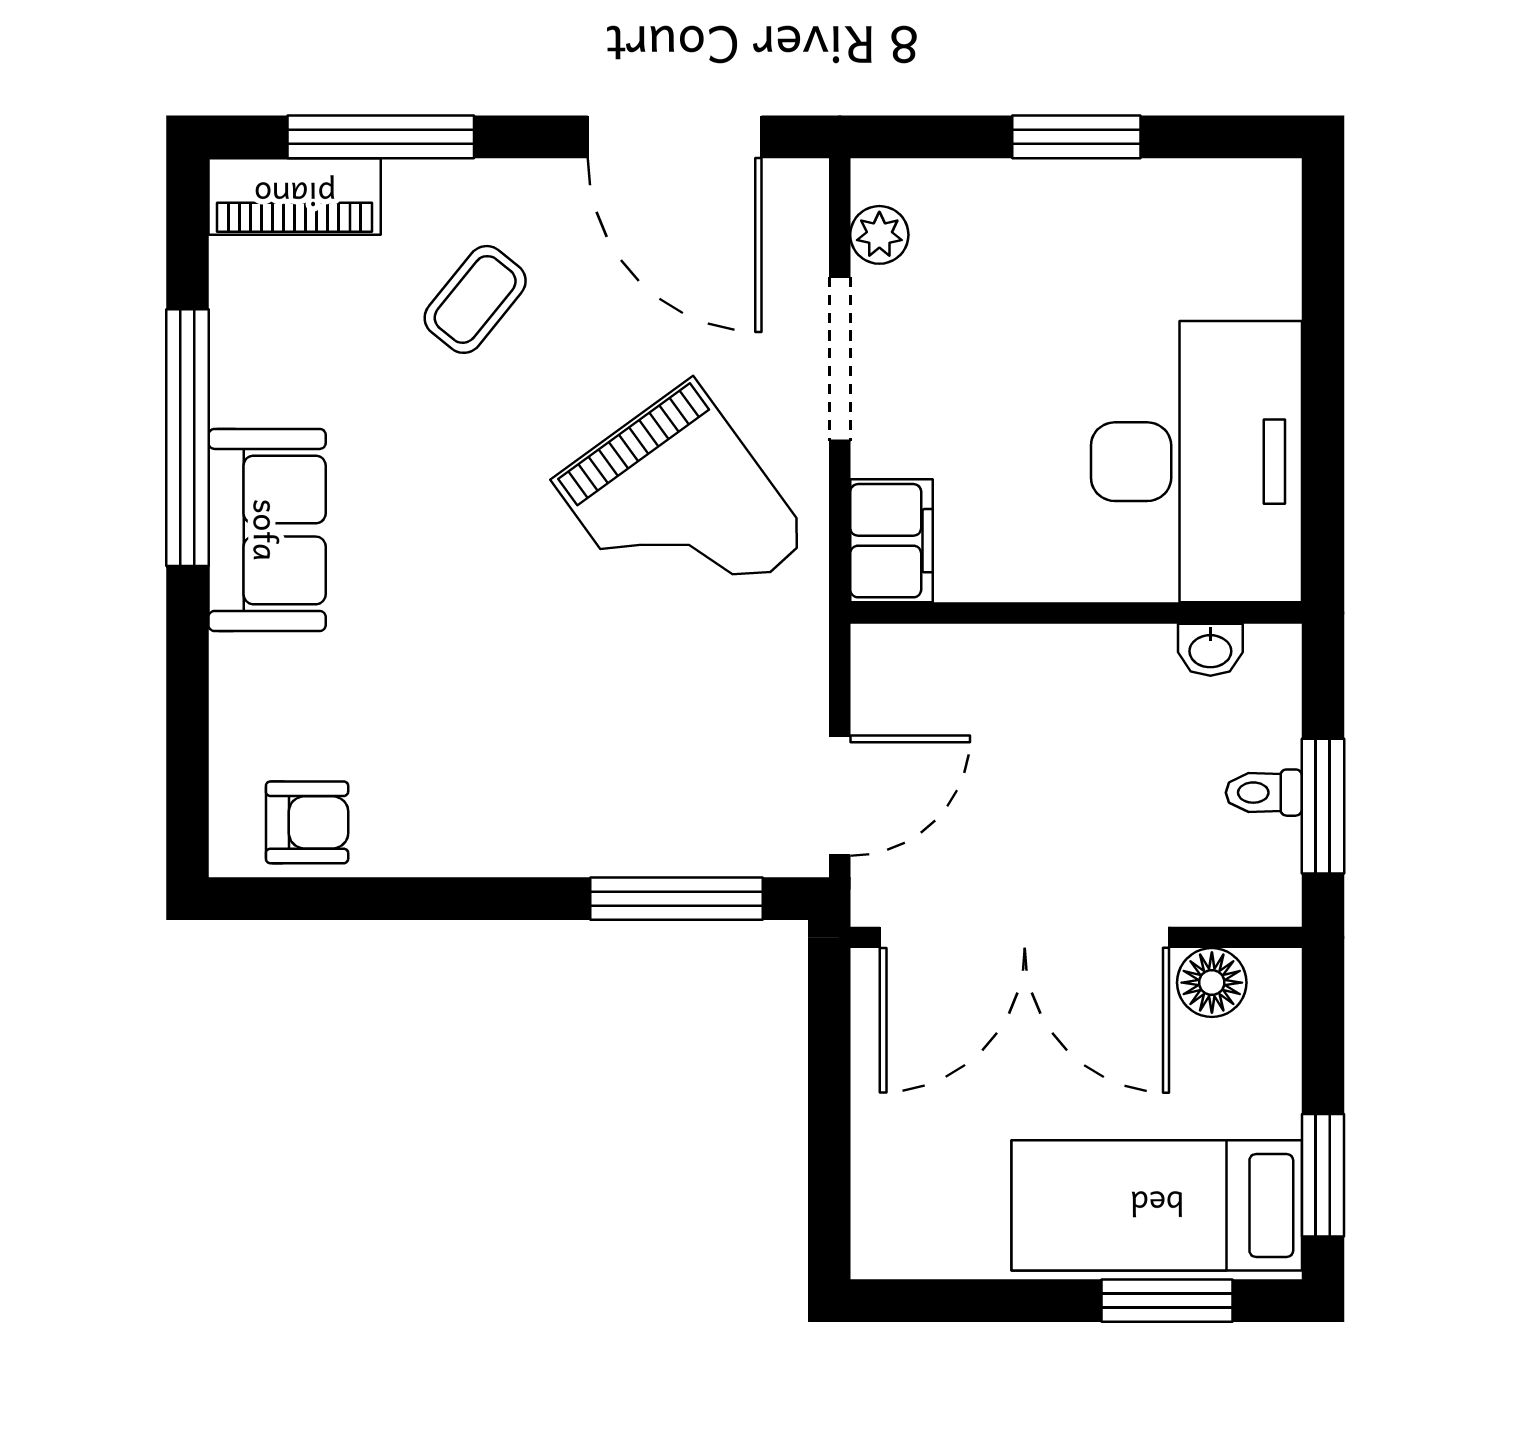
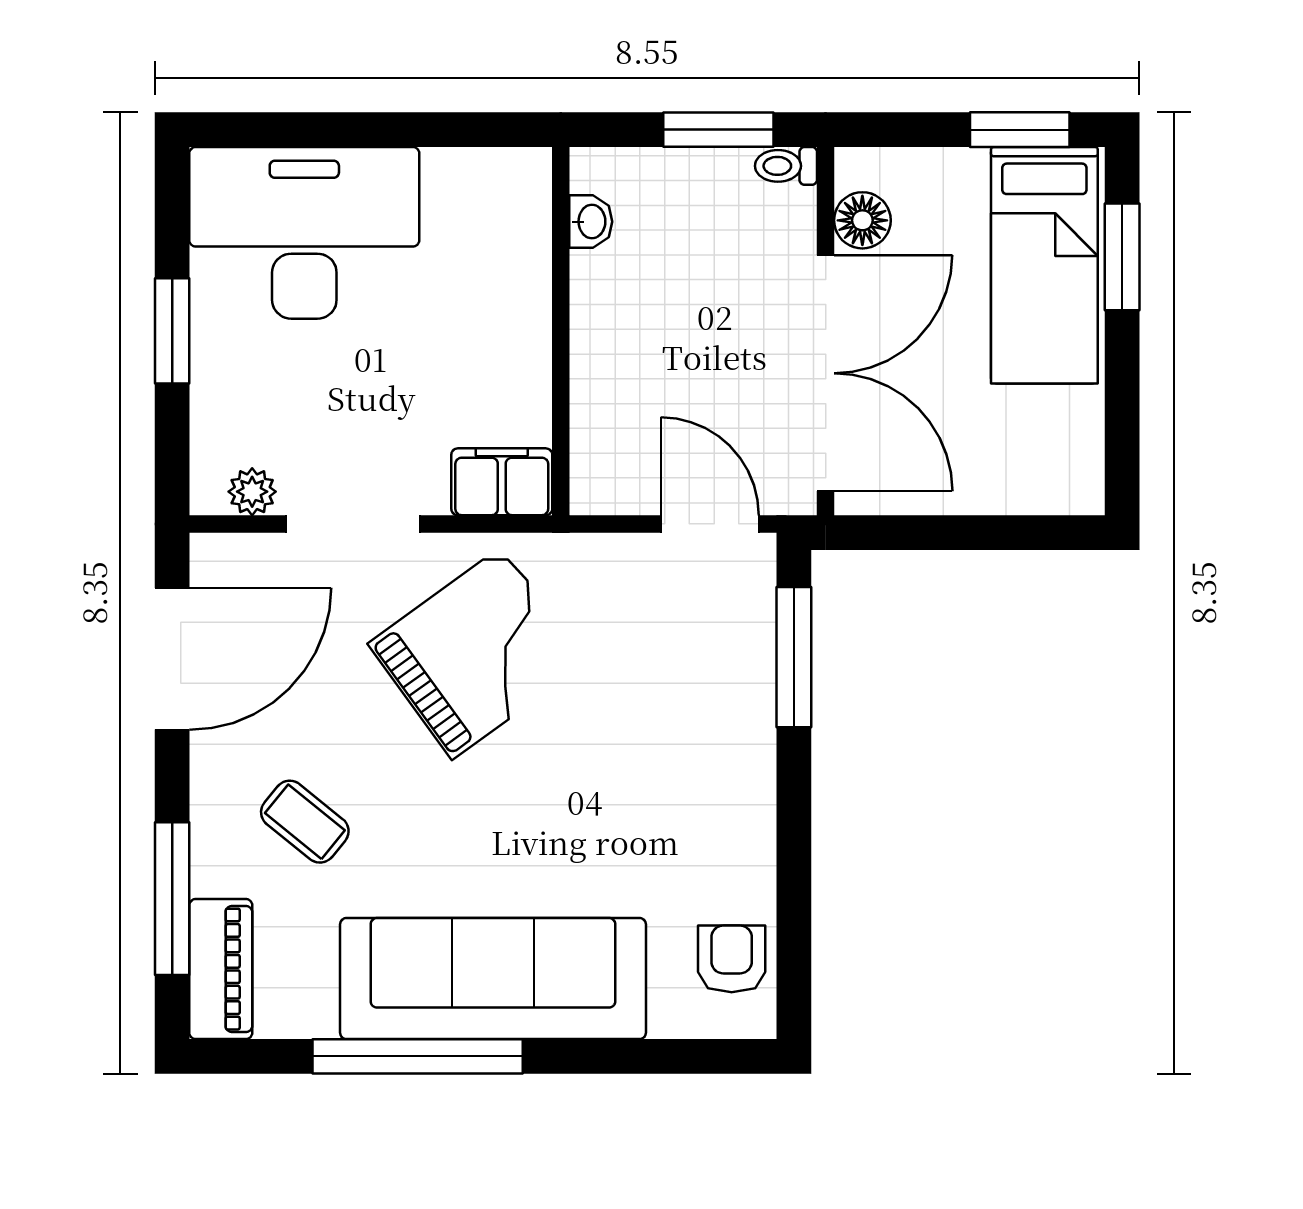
desk: (1196, 462) -> (304, 233), moved
sofa: (267, 530) -> (493, 979), width x1.85, depth x1.27
toilet: (1264, 793) -> (786, 166), moved, turned 90

